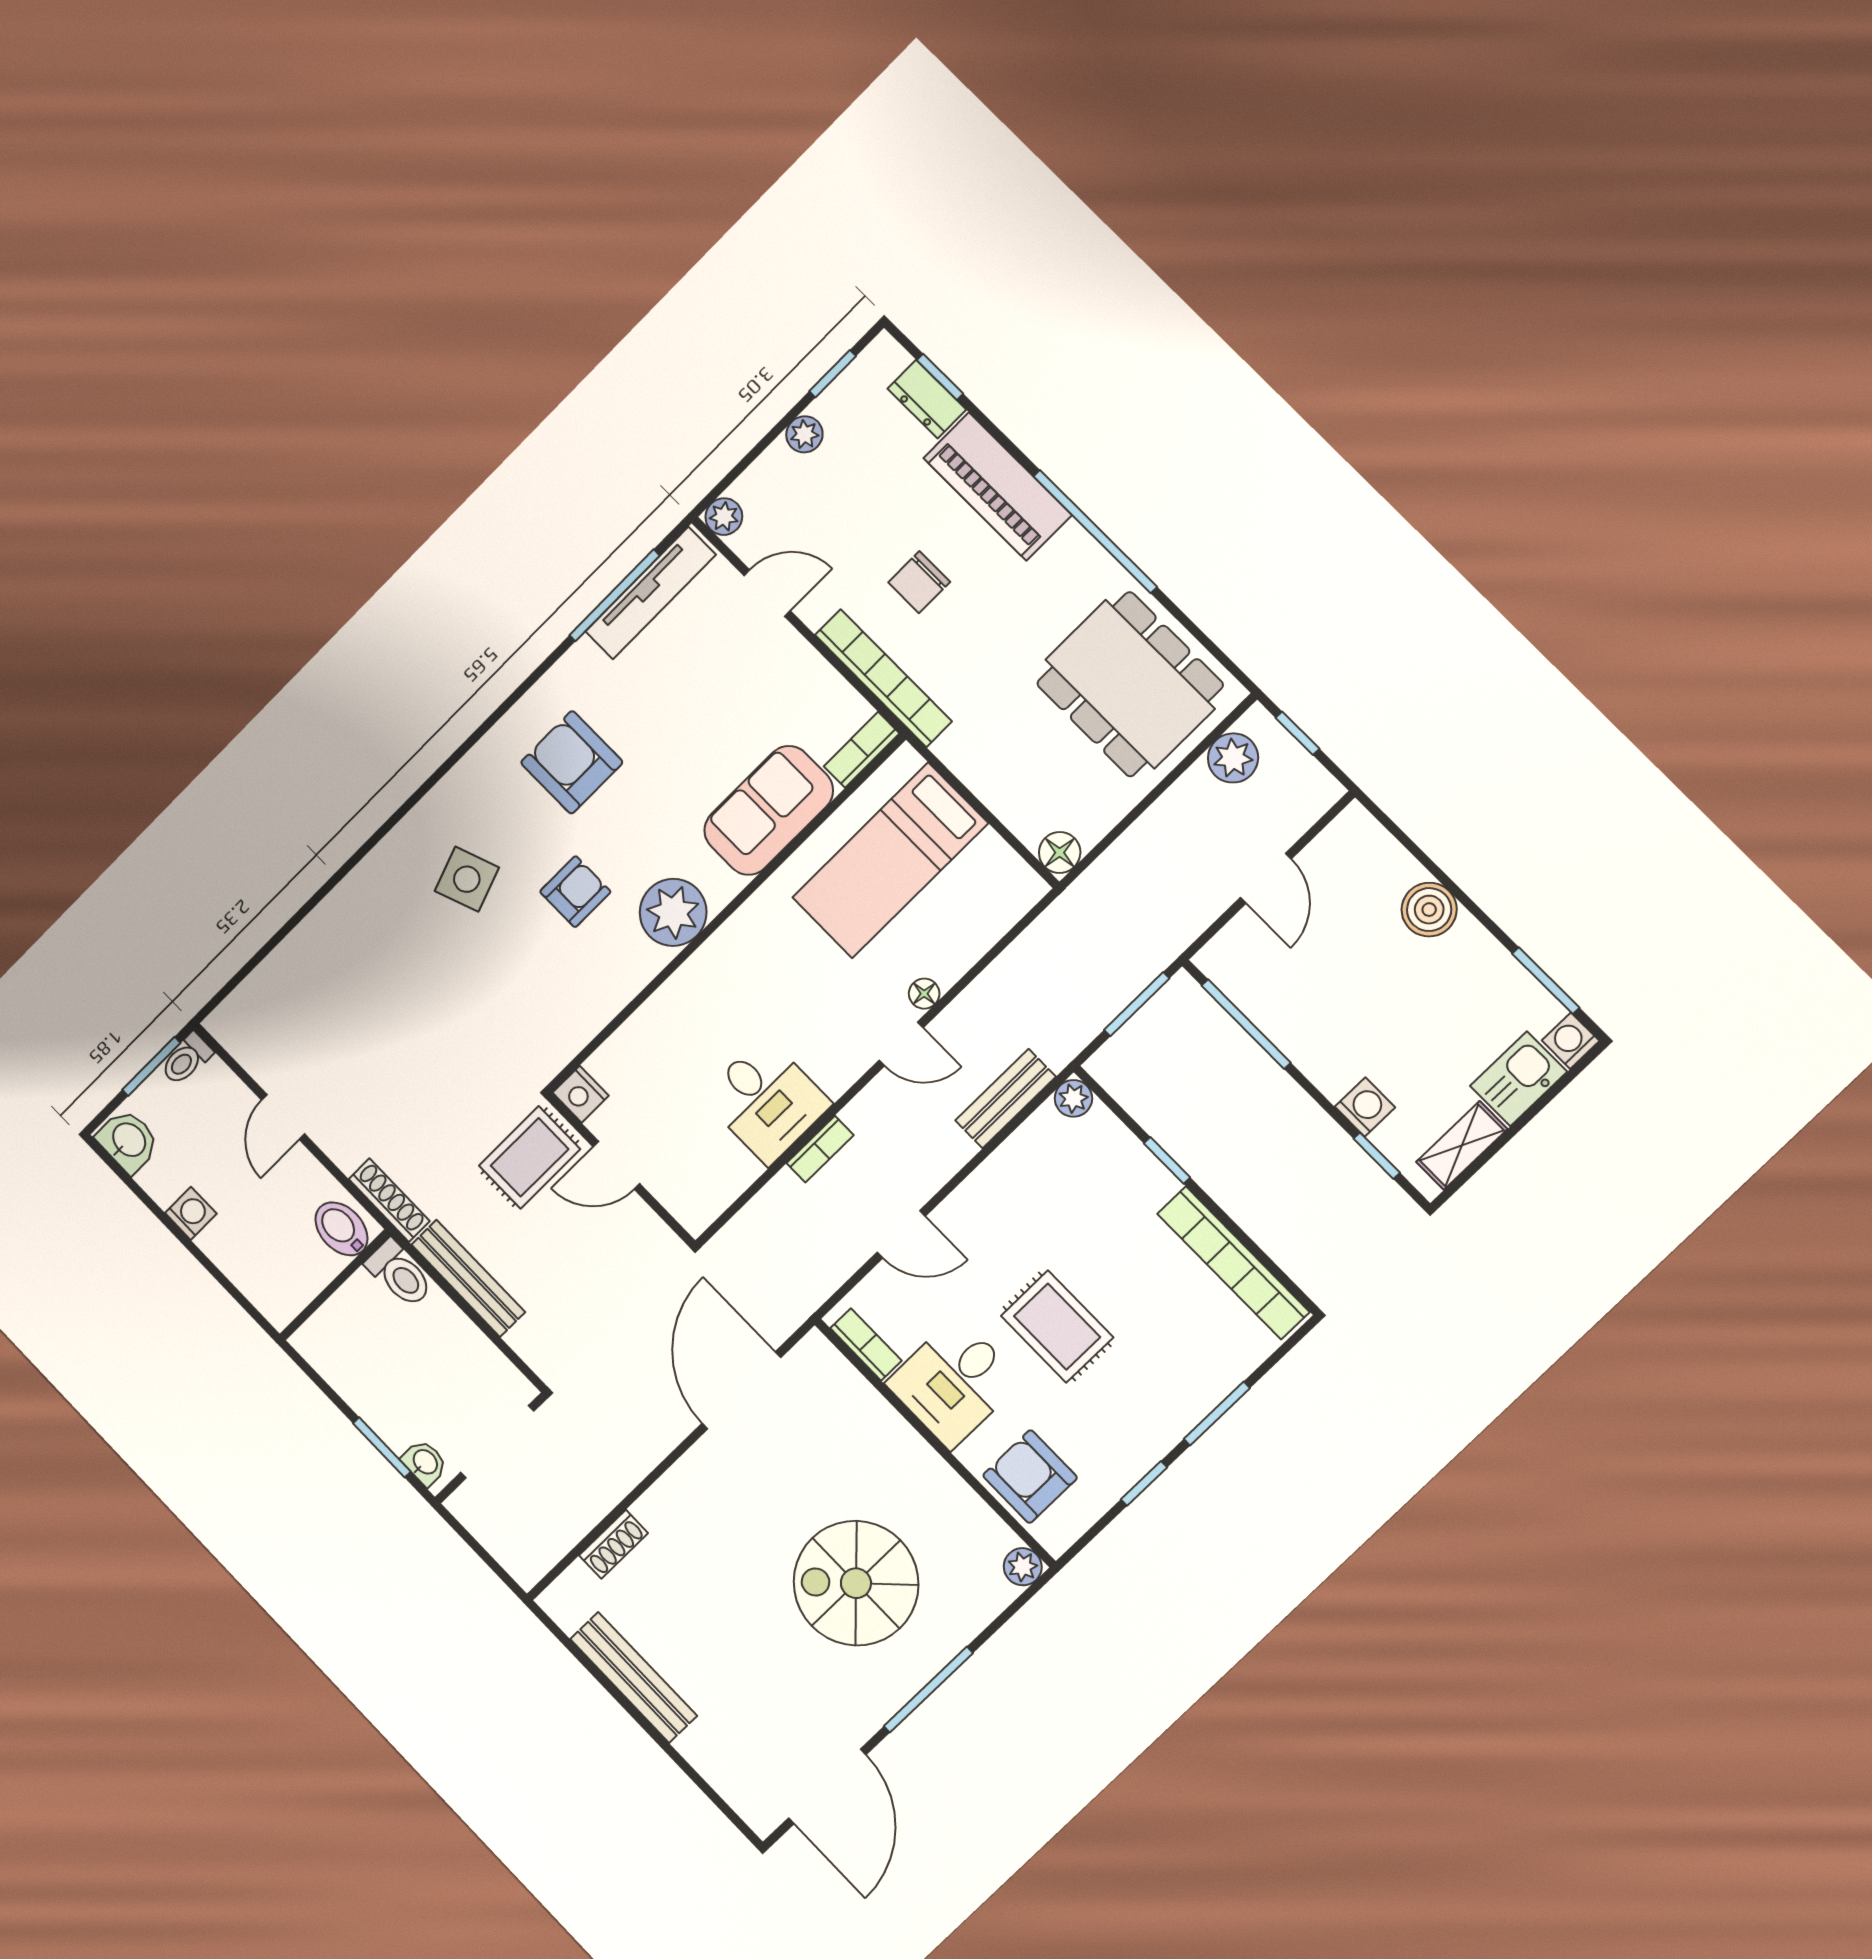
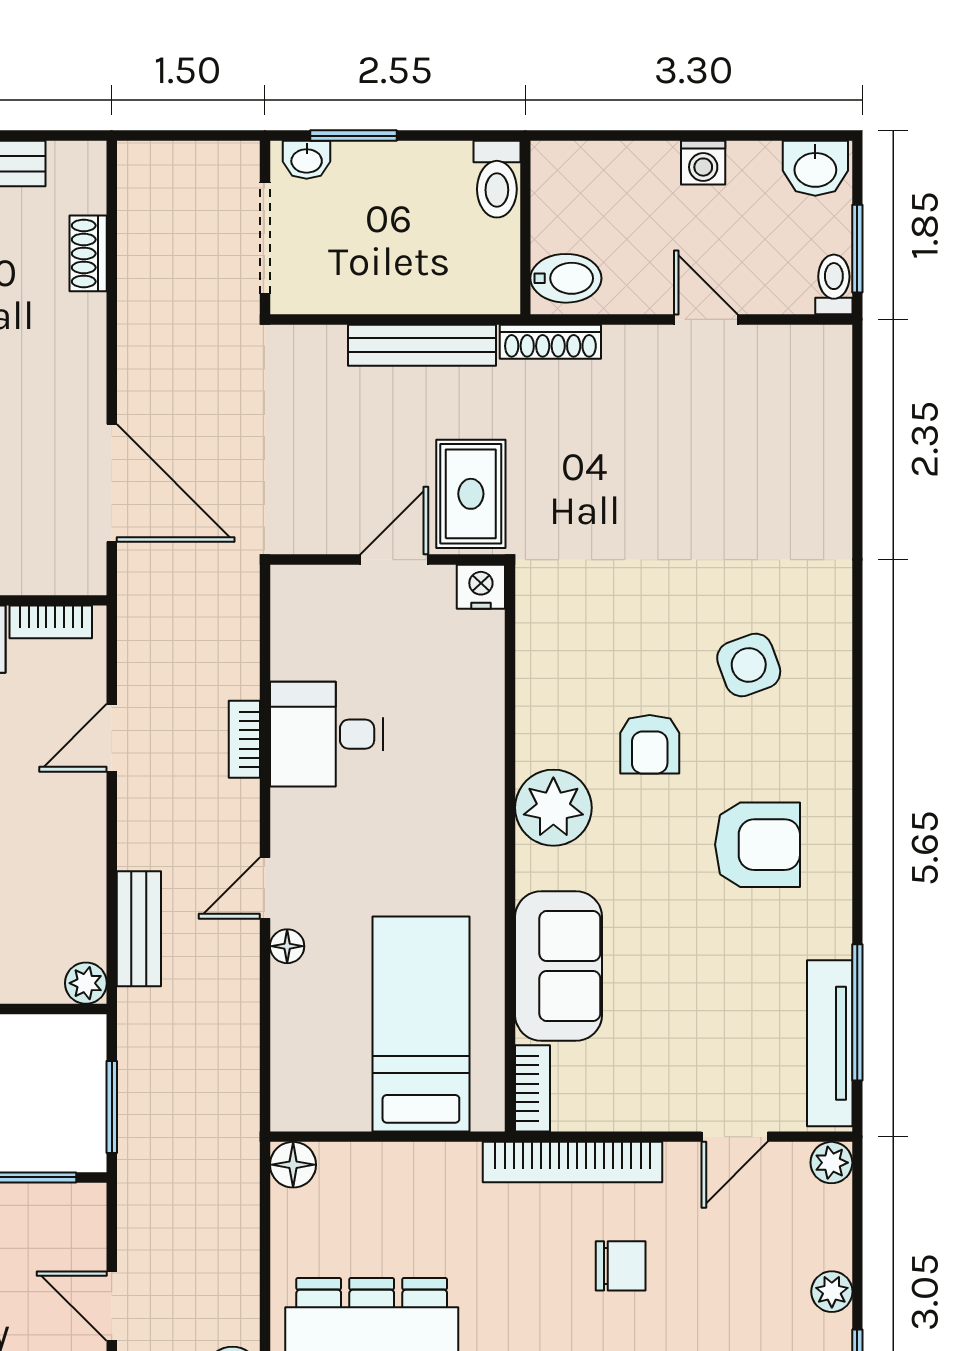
chair: (919, 582) -> (621, 1266), turned 90
toilet: (399, 1274) -> (497, 179), moved, turned -90

